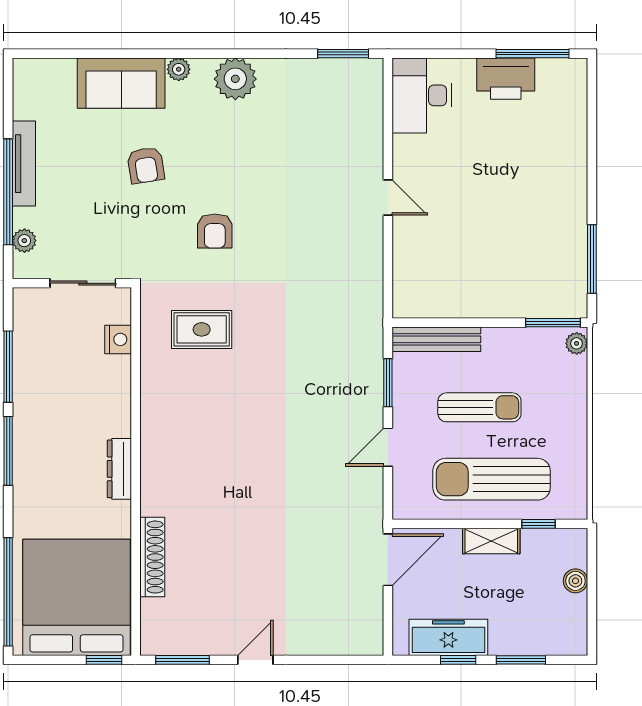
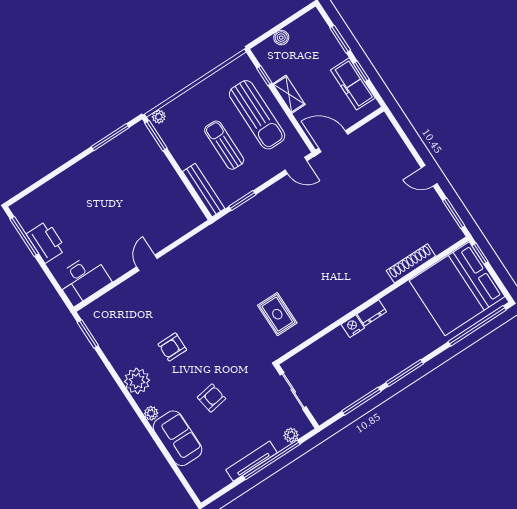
armchair: (215, 231) -> (172, 347), moved, turned 180
nightstand: (118, 339) -> (353, 326), moved
door: (388, 447) -> (296, 165), moved
dresser: (119, 469) -> (372, 313), width x0.70

